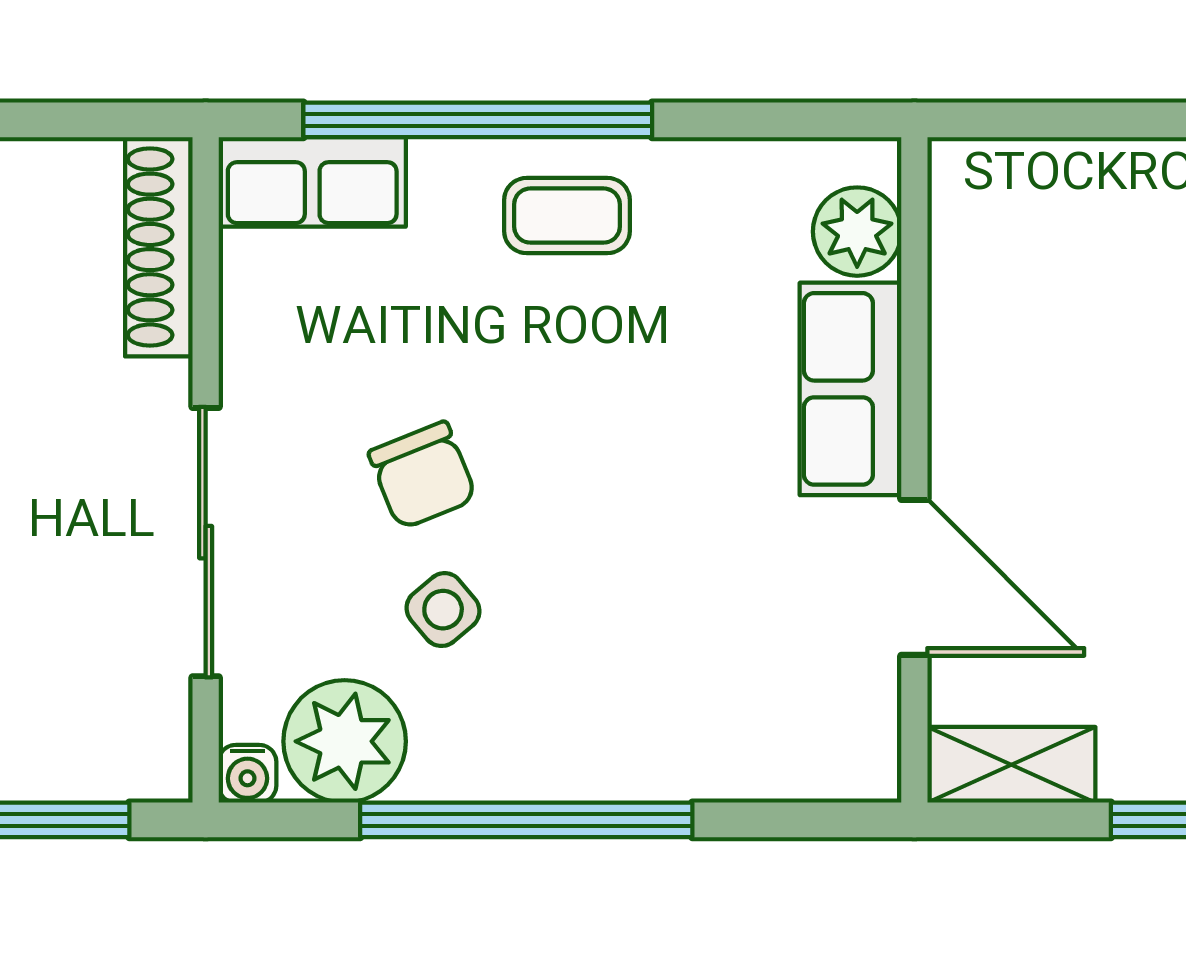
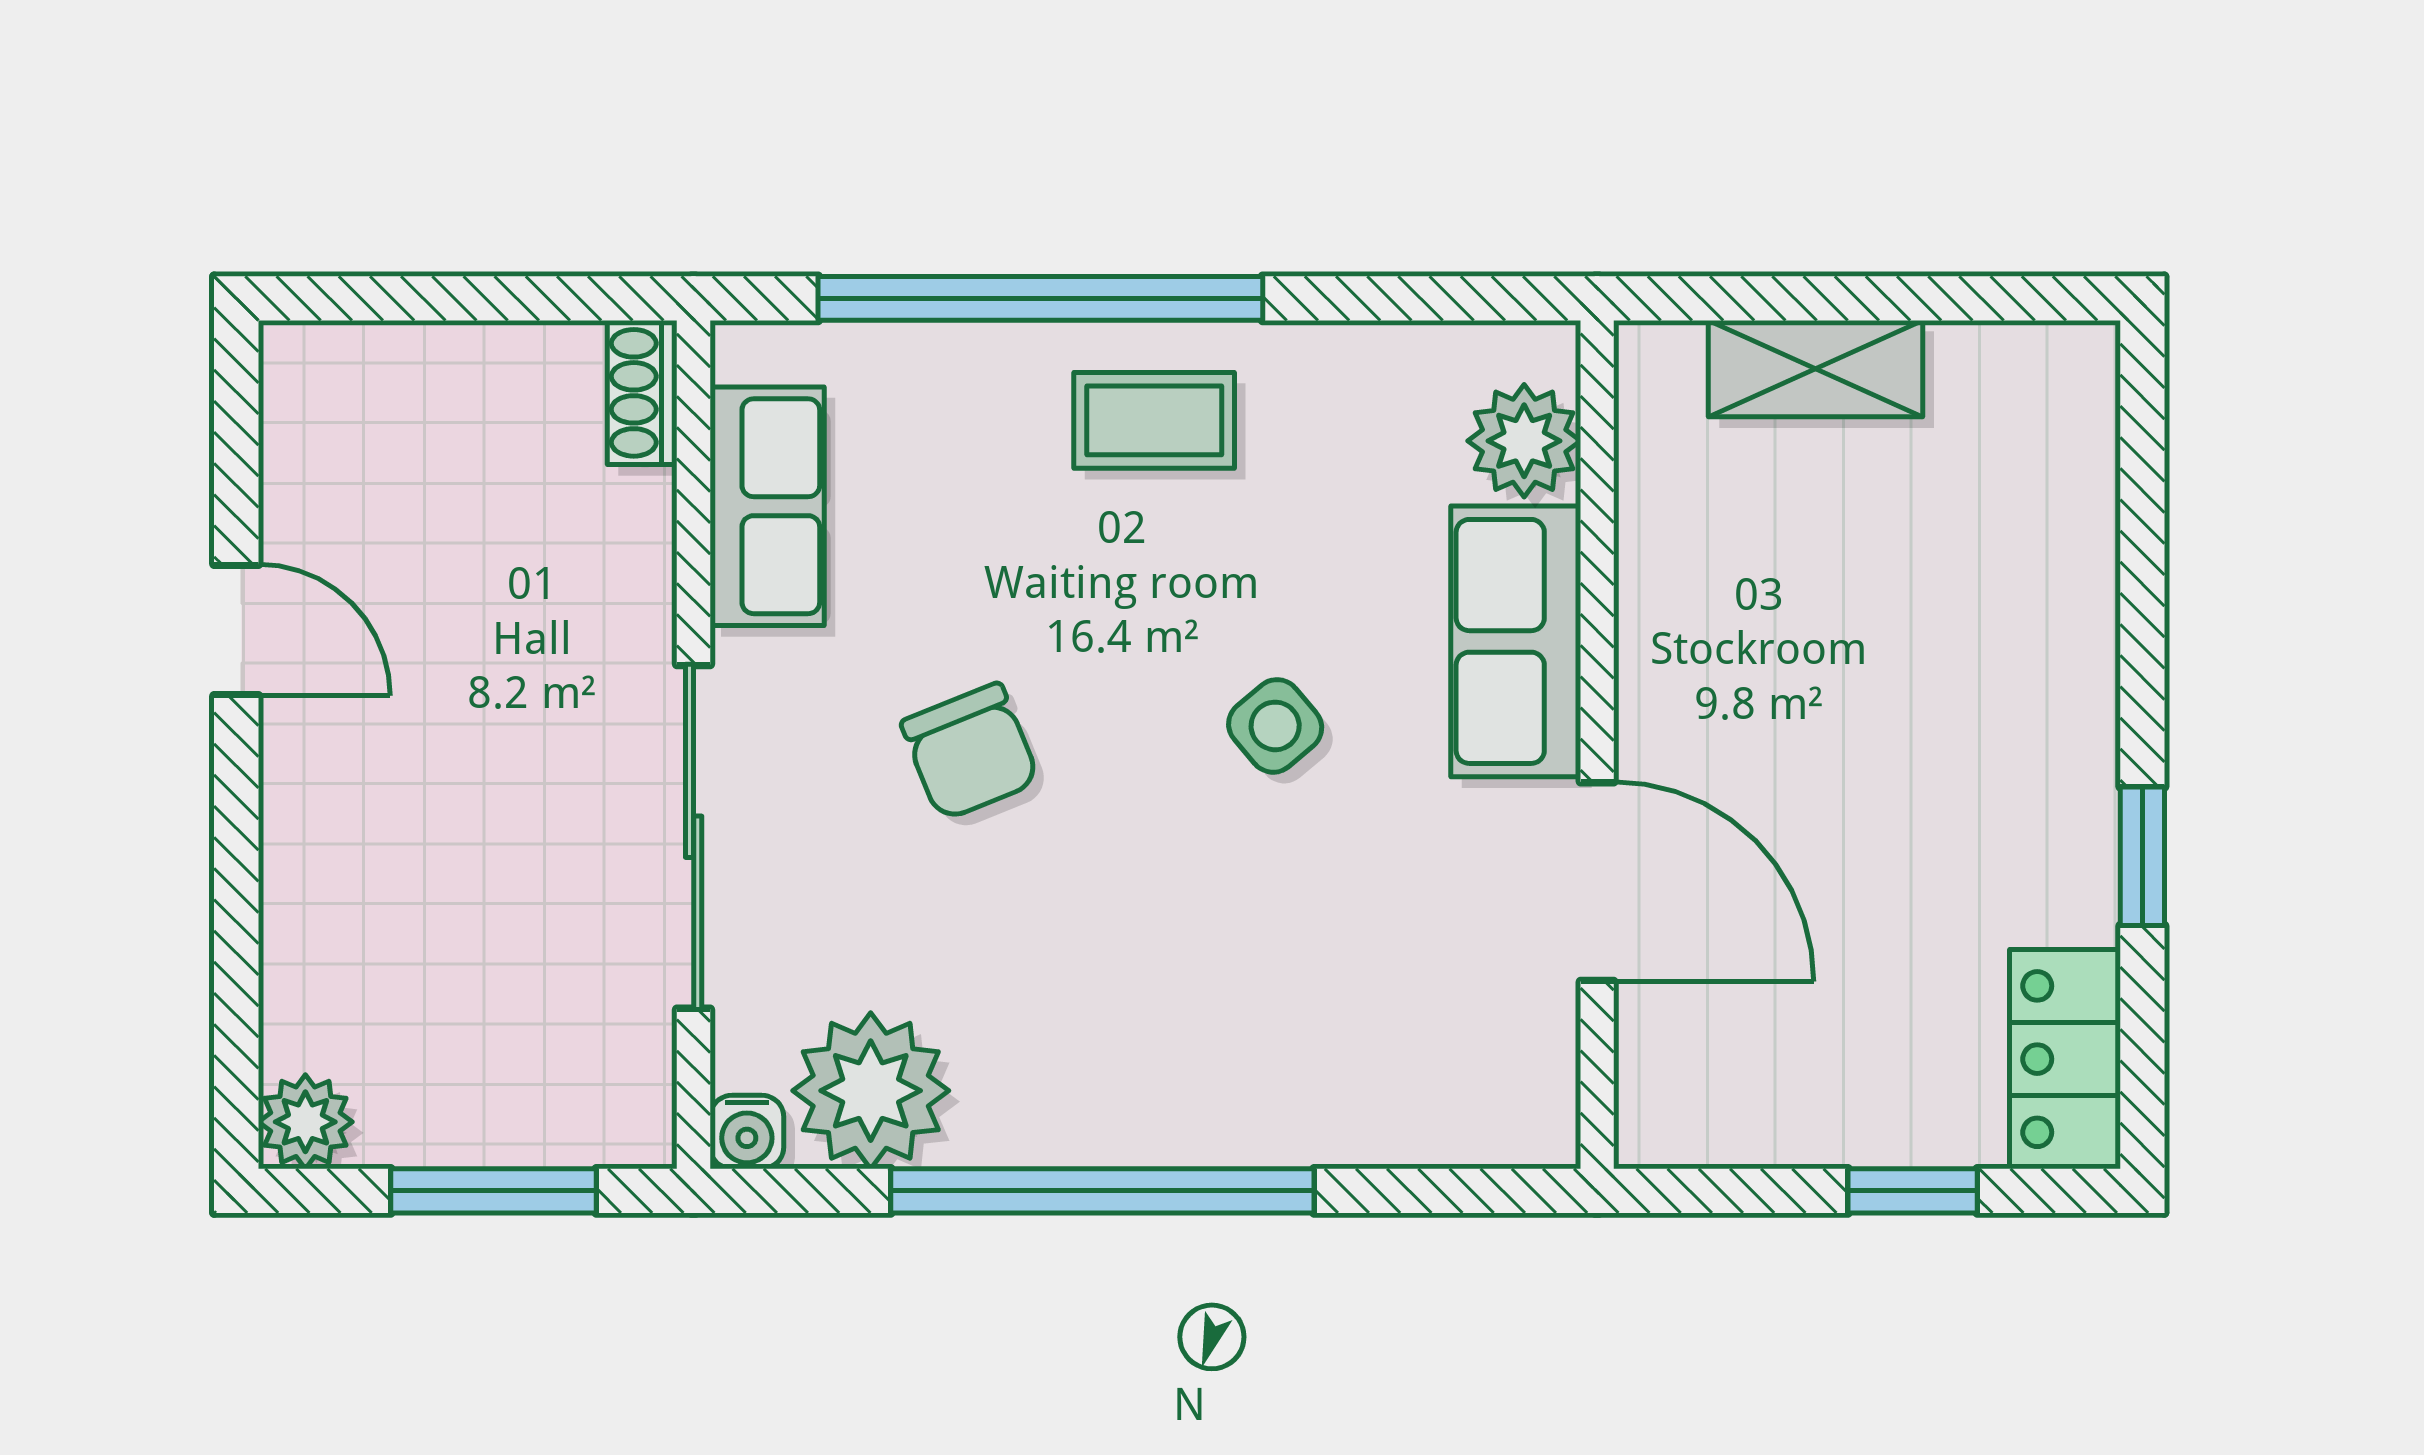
row of seats: (312, 182) -> (767, 506), moved, turned -90
shoe rack: (159, 247) -> (642, 393), width x0.51, depth x0.81
side table: (443, 610) -> (1275, 726), moved
shelving: (1011, 765) -> (1816, 369), moved

